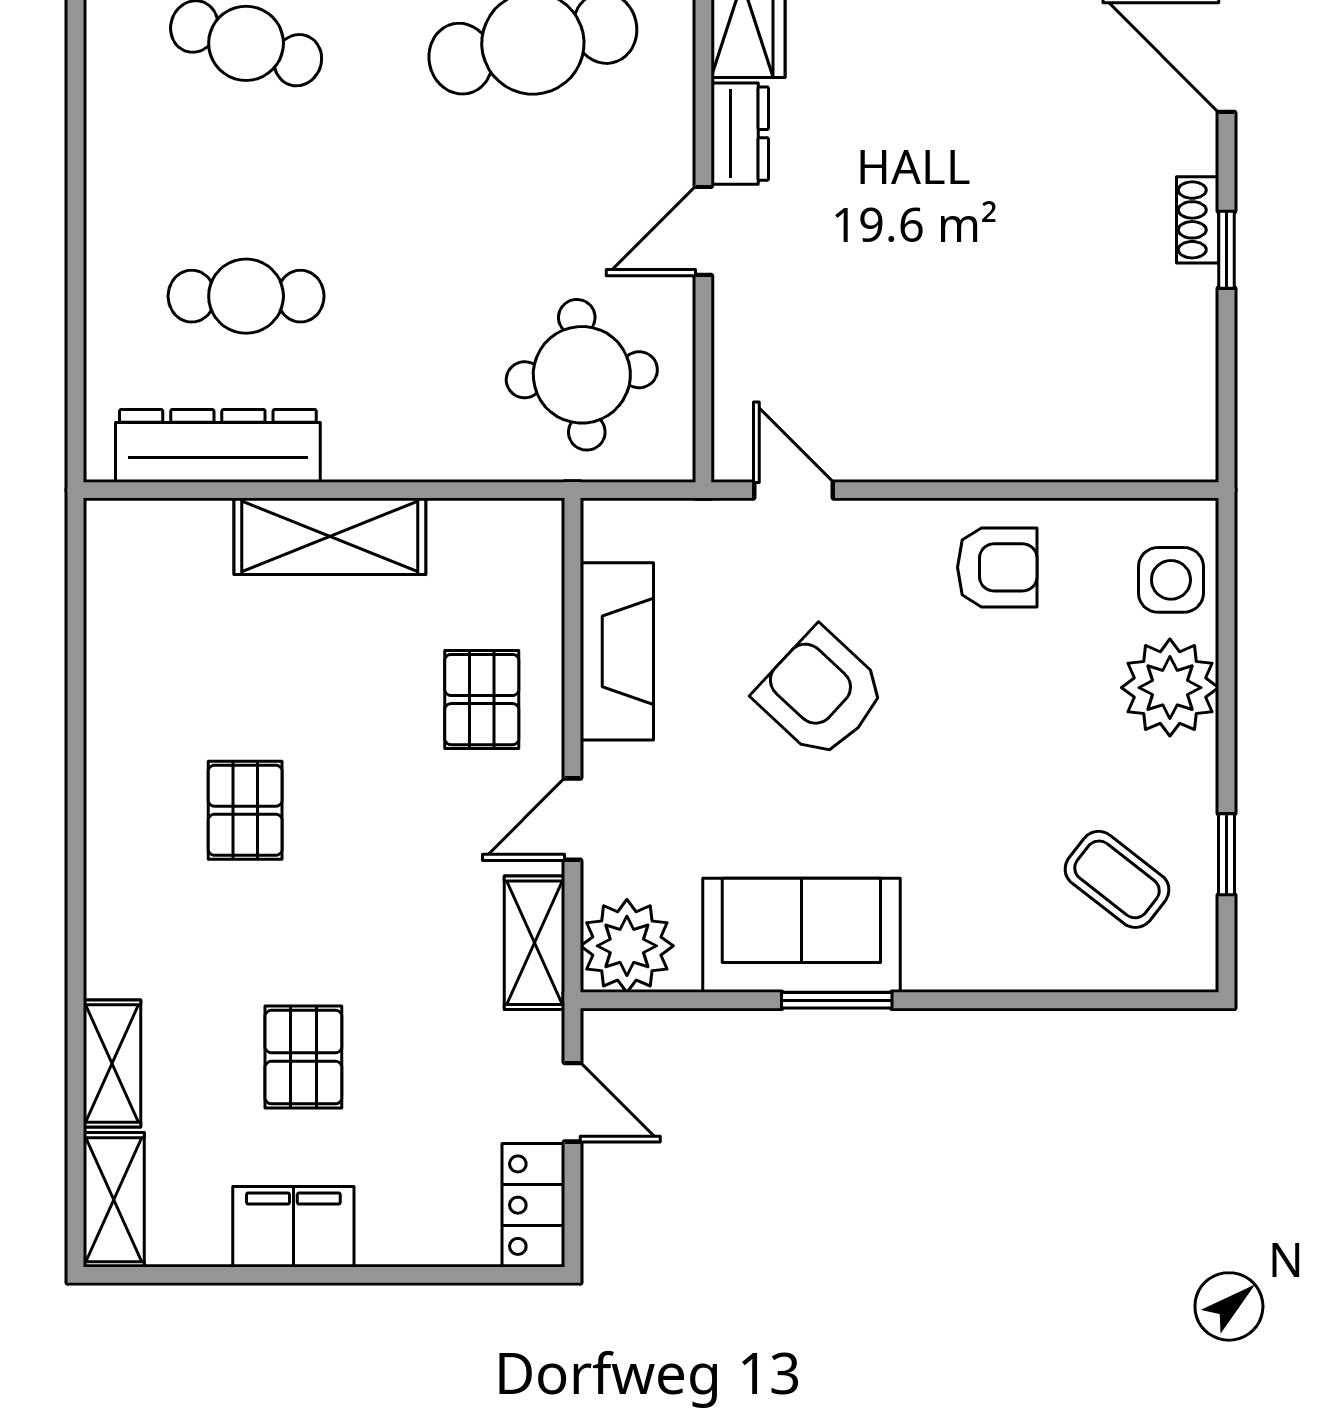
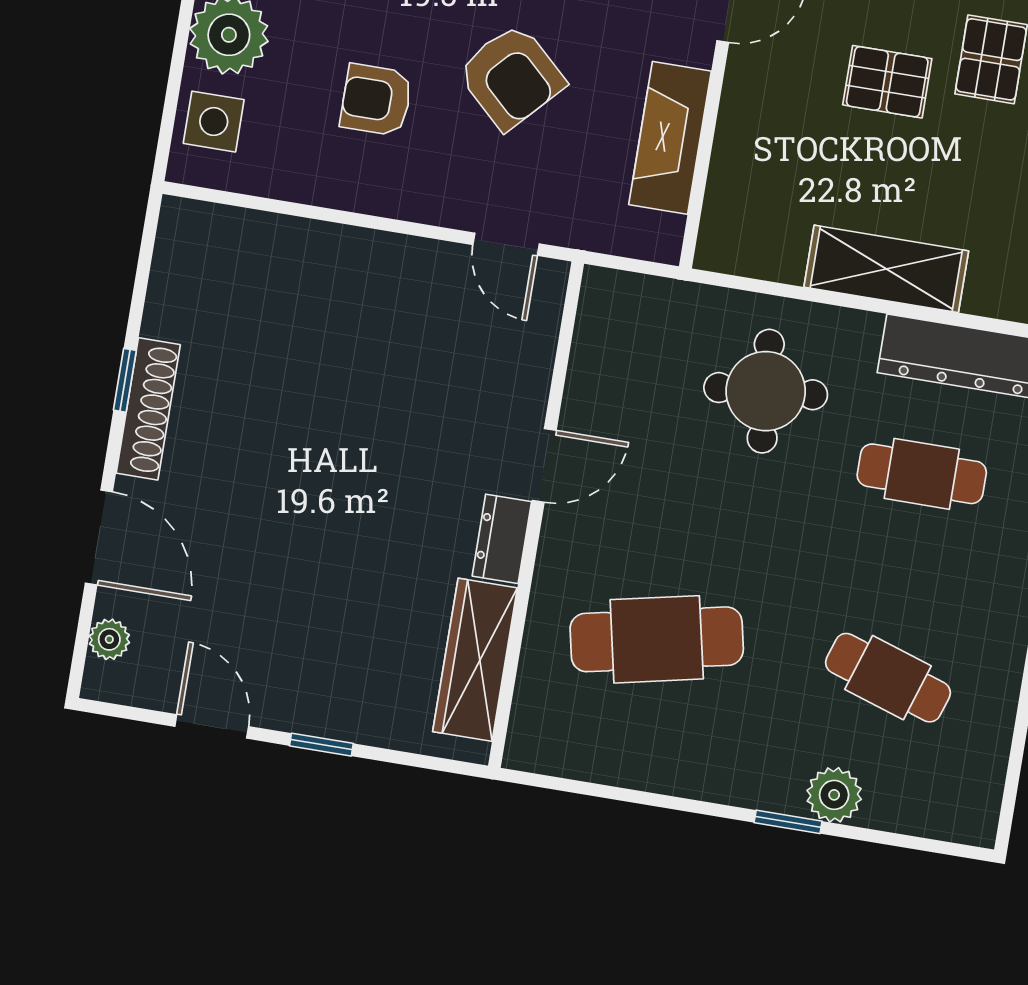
shoe rack: (1198, 220) -> (148, 409), width x1.94, depth x1.24
round table: (582, 375) -> (766, 391), moved
armchair: (997, 567) -> (376, 100), moved
pallet: (482, 700) -> (887, 82), moved, turned 90

